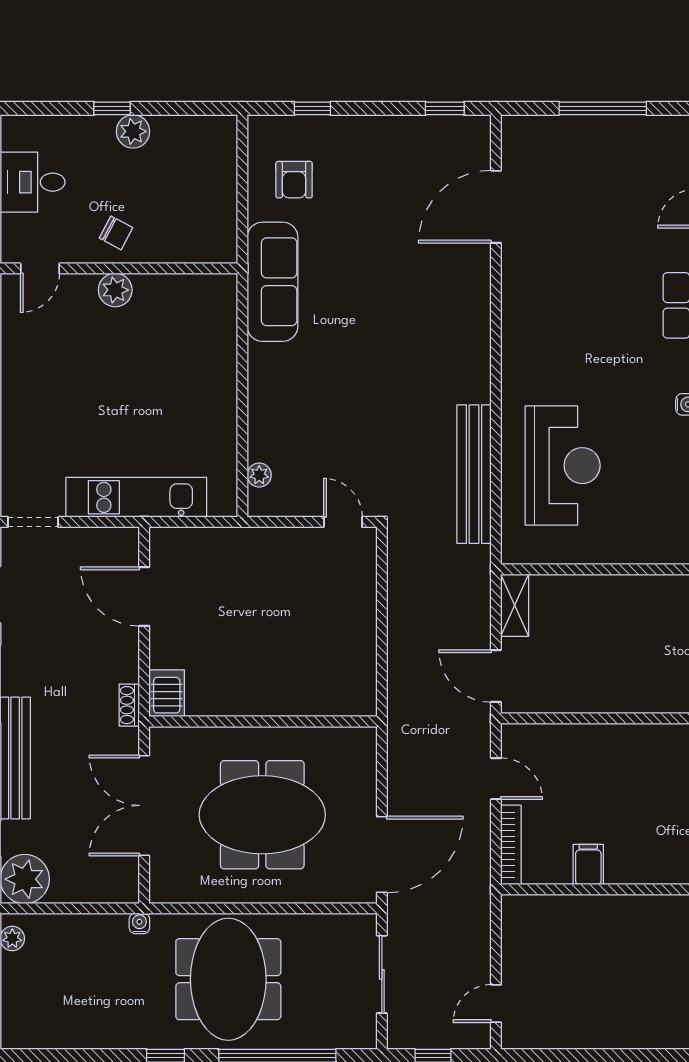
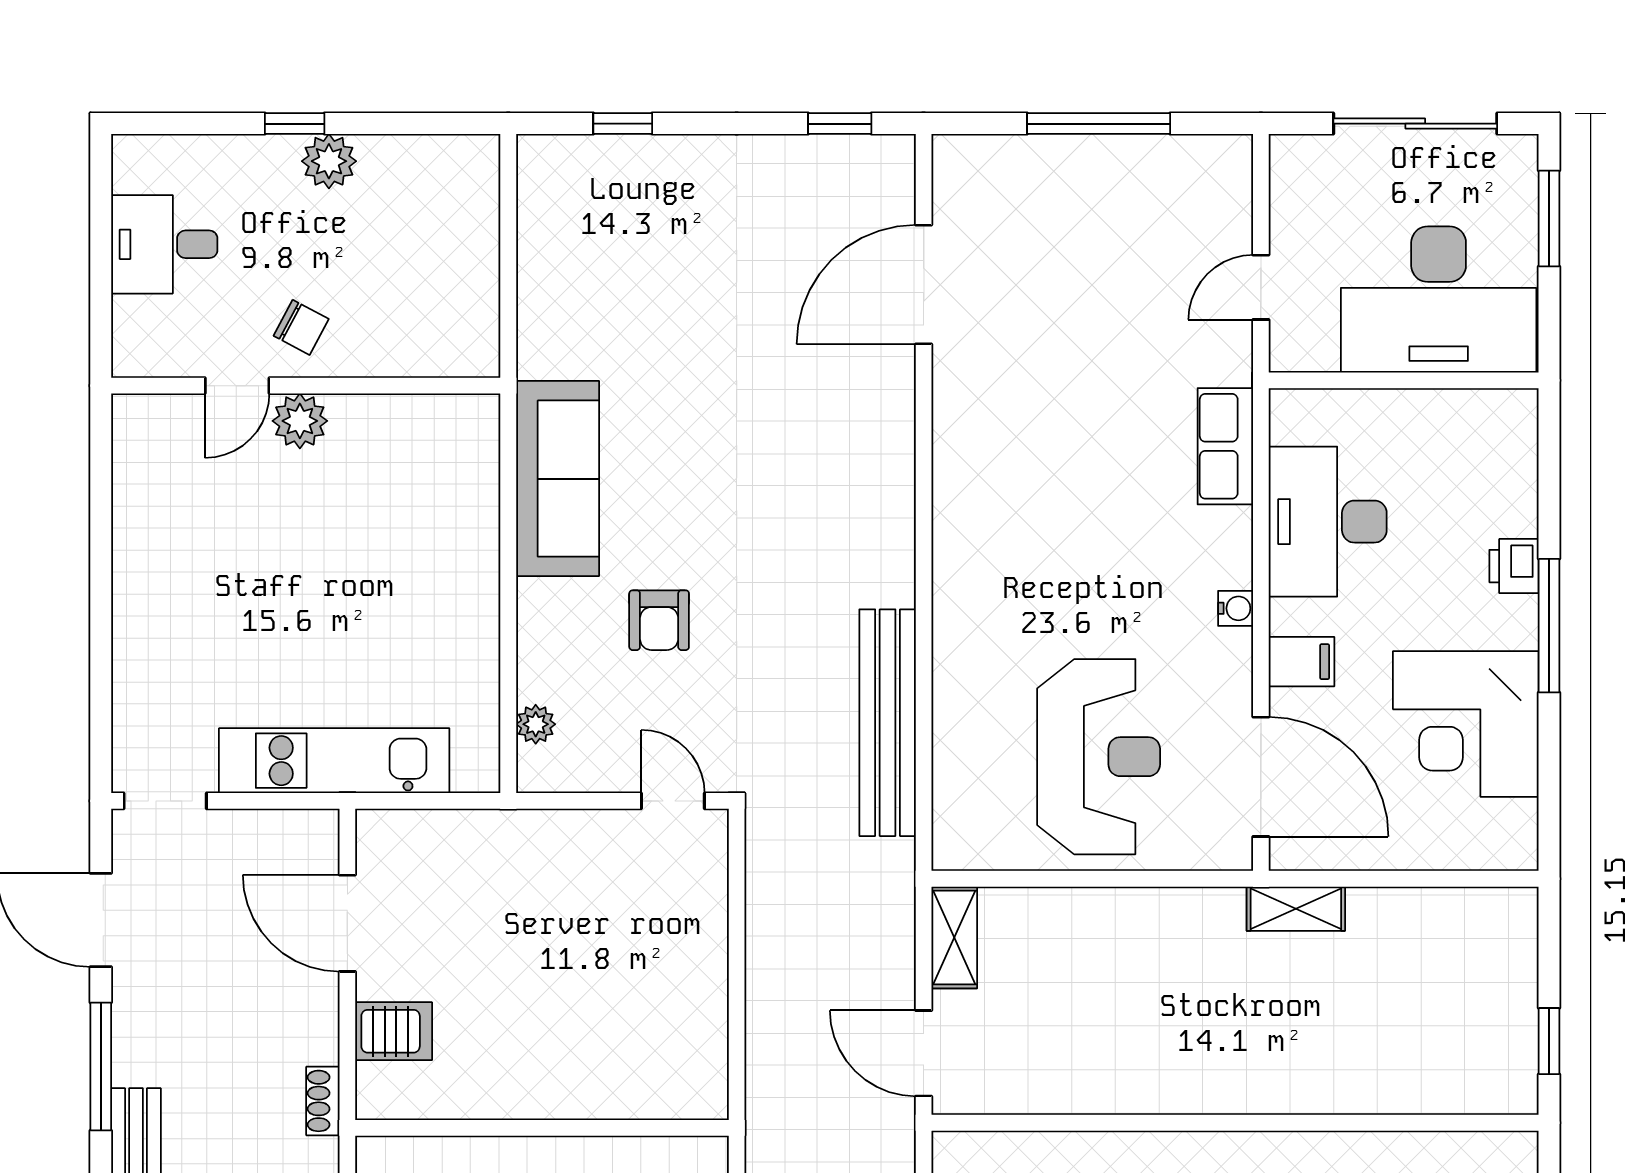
armchair: (294, 180) -> (659, 620), moved
door: (40, 268) -> (237, 386), moved
sofa: (273, 282) -> (558, 479), moved
reception desk: (563, 466) -> (1099, 757), moved
server rack: (167, 693) -> (394, 1031), moved, turned 90

